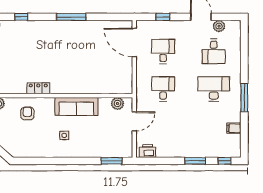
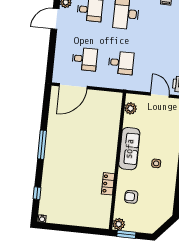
window: (163, 17) -> (51, 56), removed
desk: (163, 51) -> (85, 59), turned 180
desk: (163, 89) -> (121, 63), turned 180
door: (134, 121) -> (160, 95), moved

